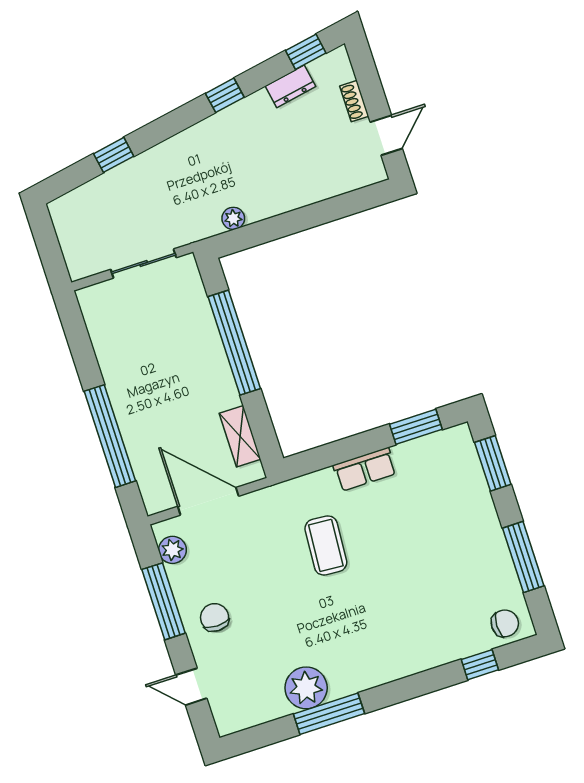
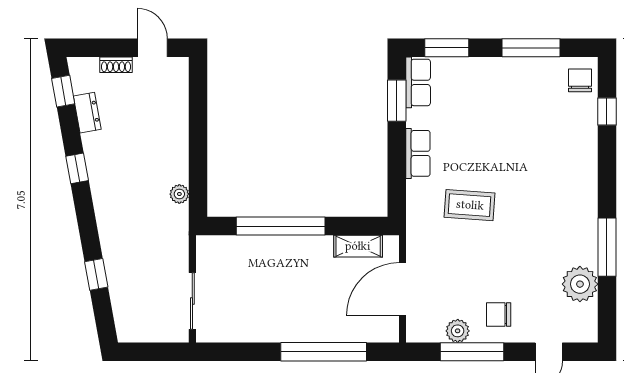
sliding door: (144, 264) -> (192, 301), moved
row of seats: (444, 444) -> (418, 82), added
plant: (172, 550) -> (458, 331), moved
plant: (306, 688) -> (580, 284), moved

